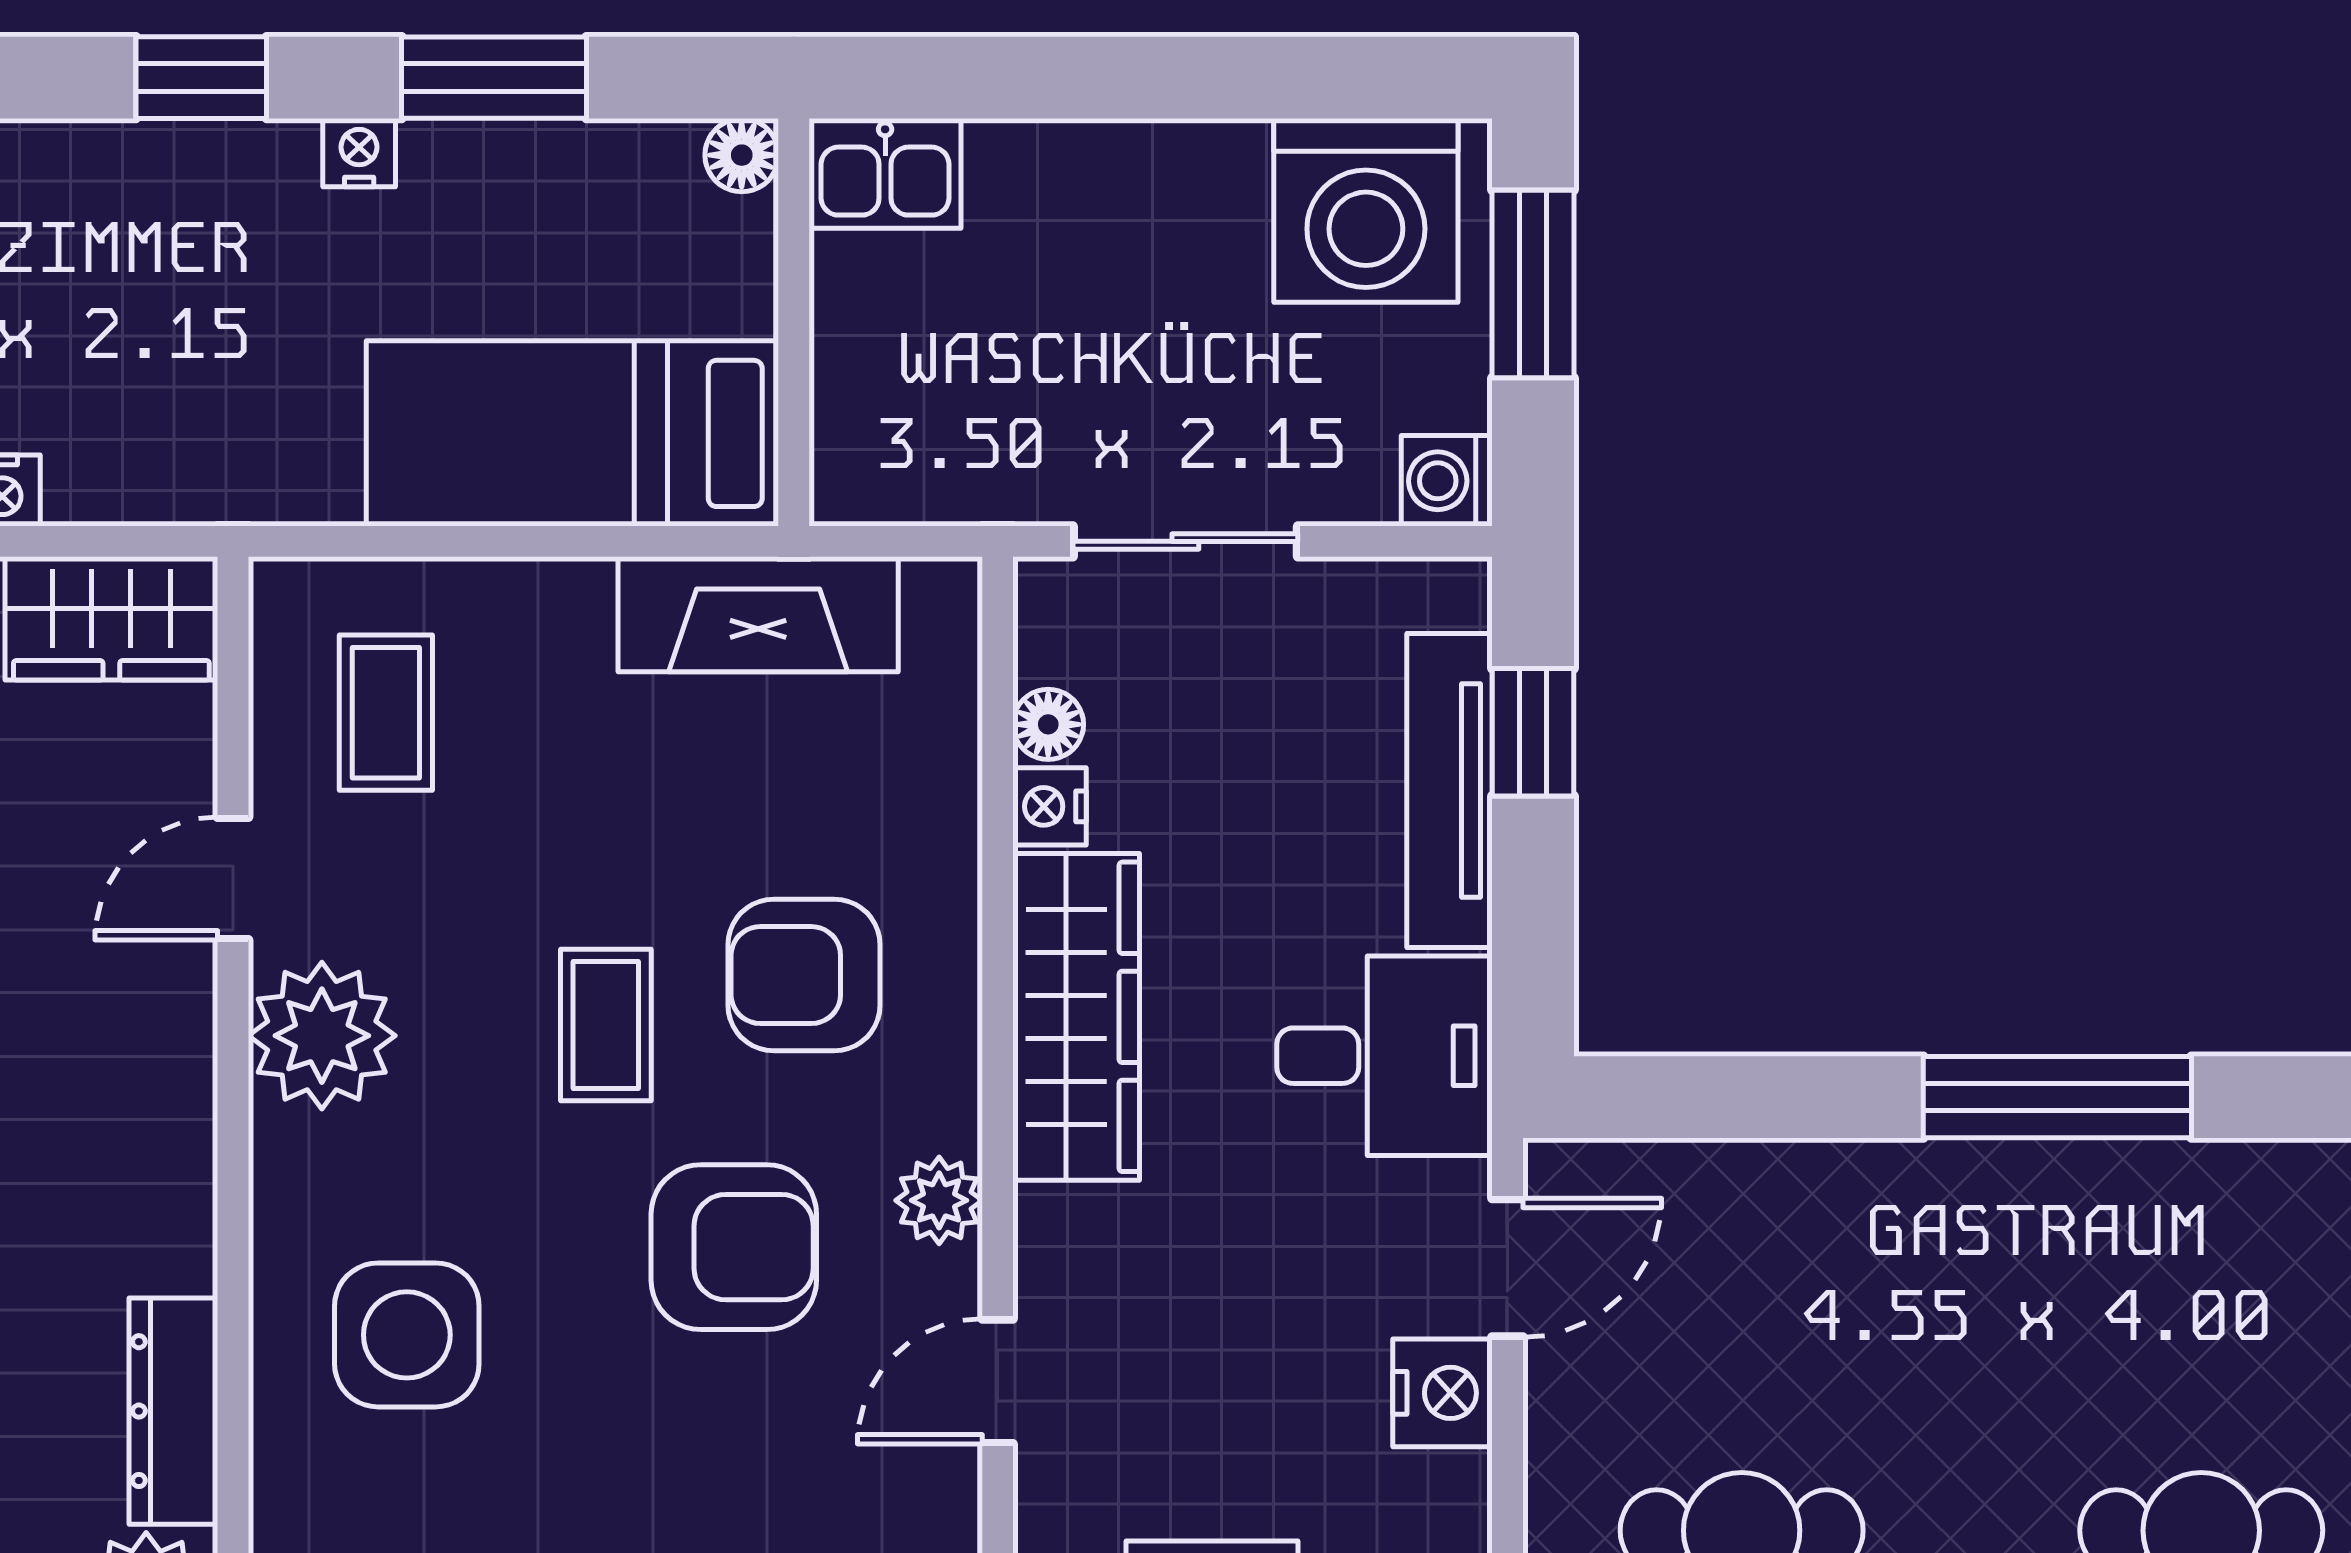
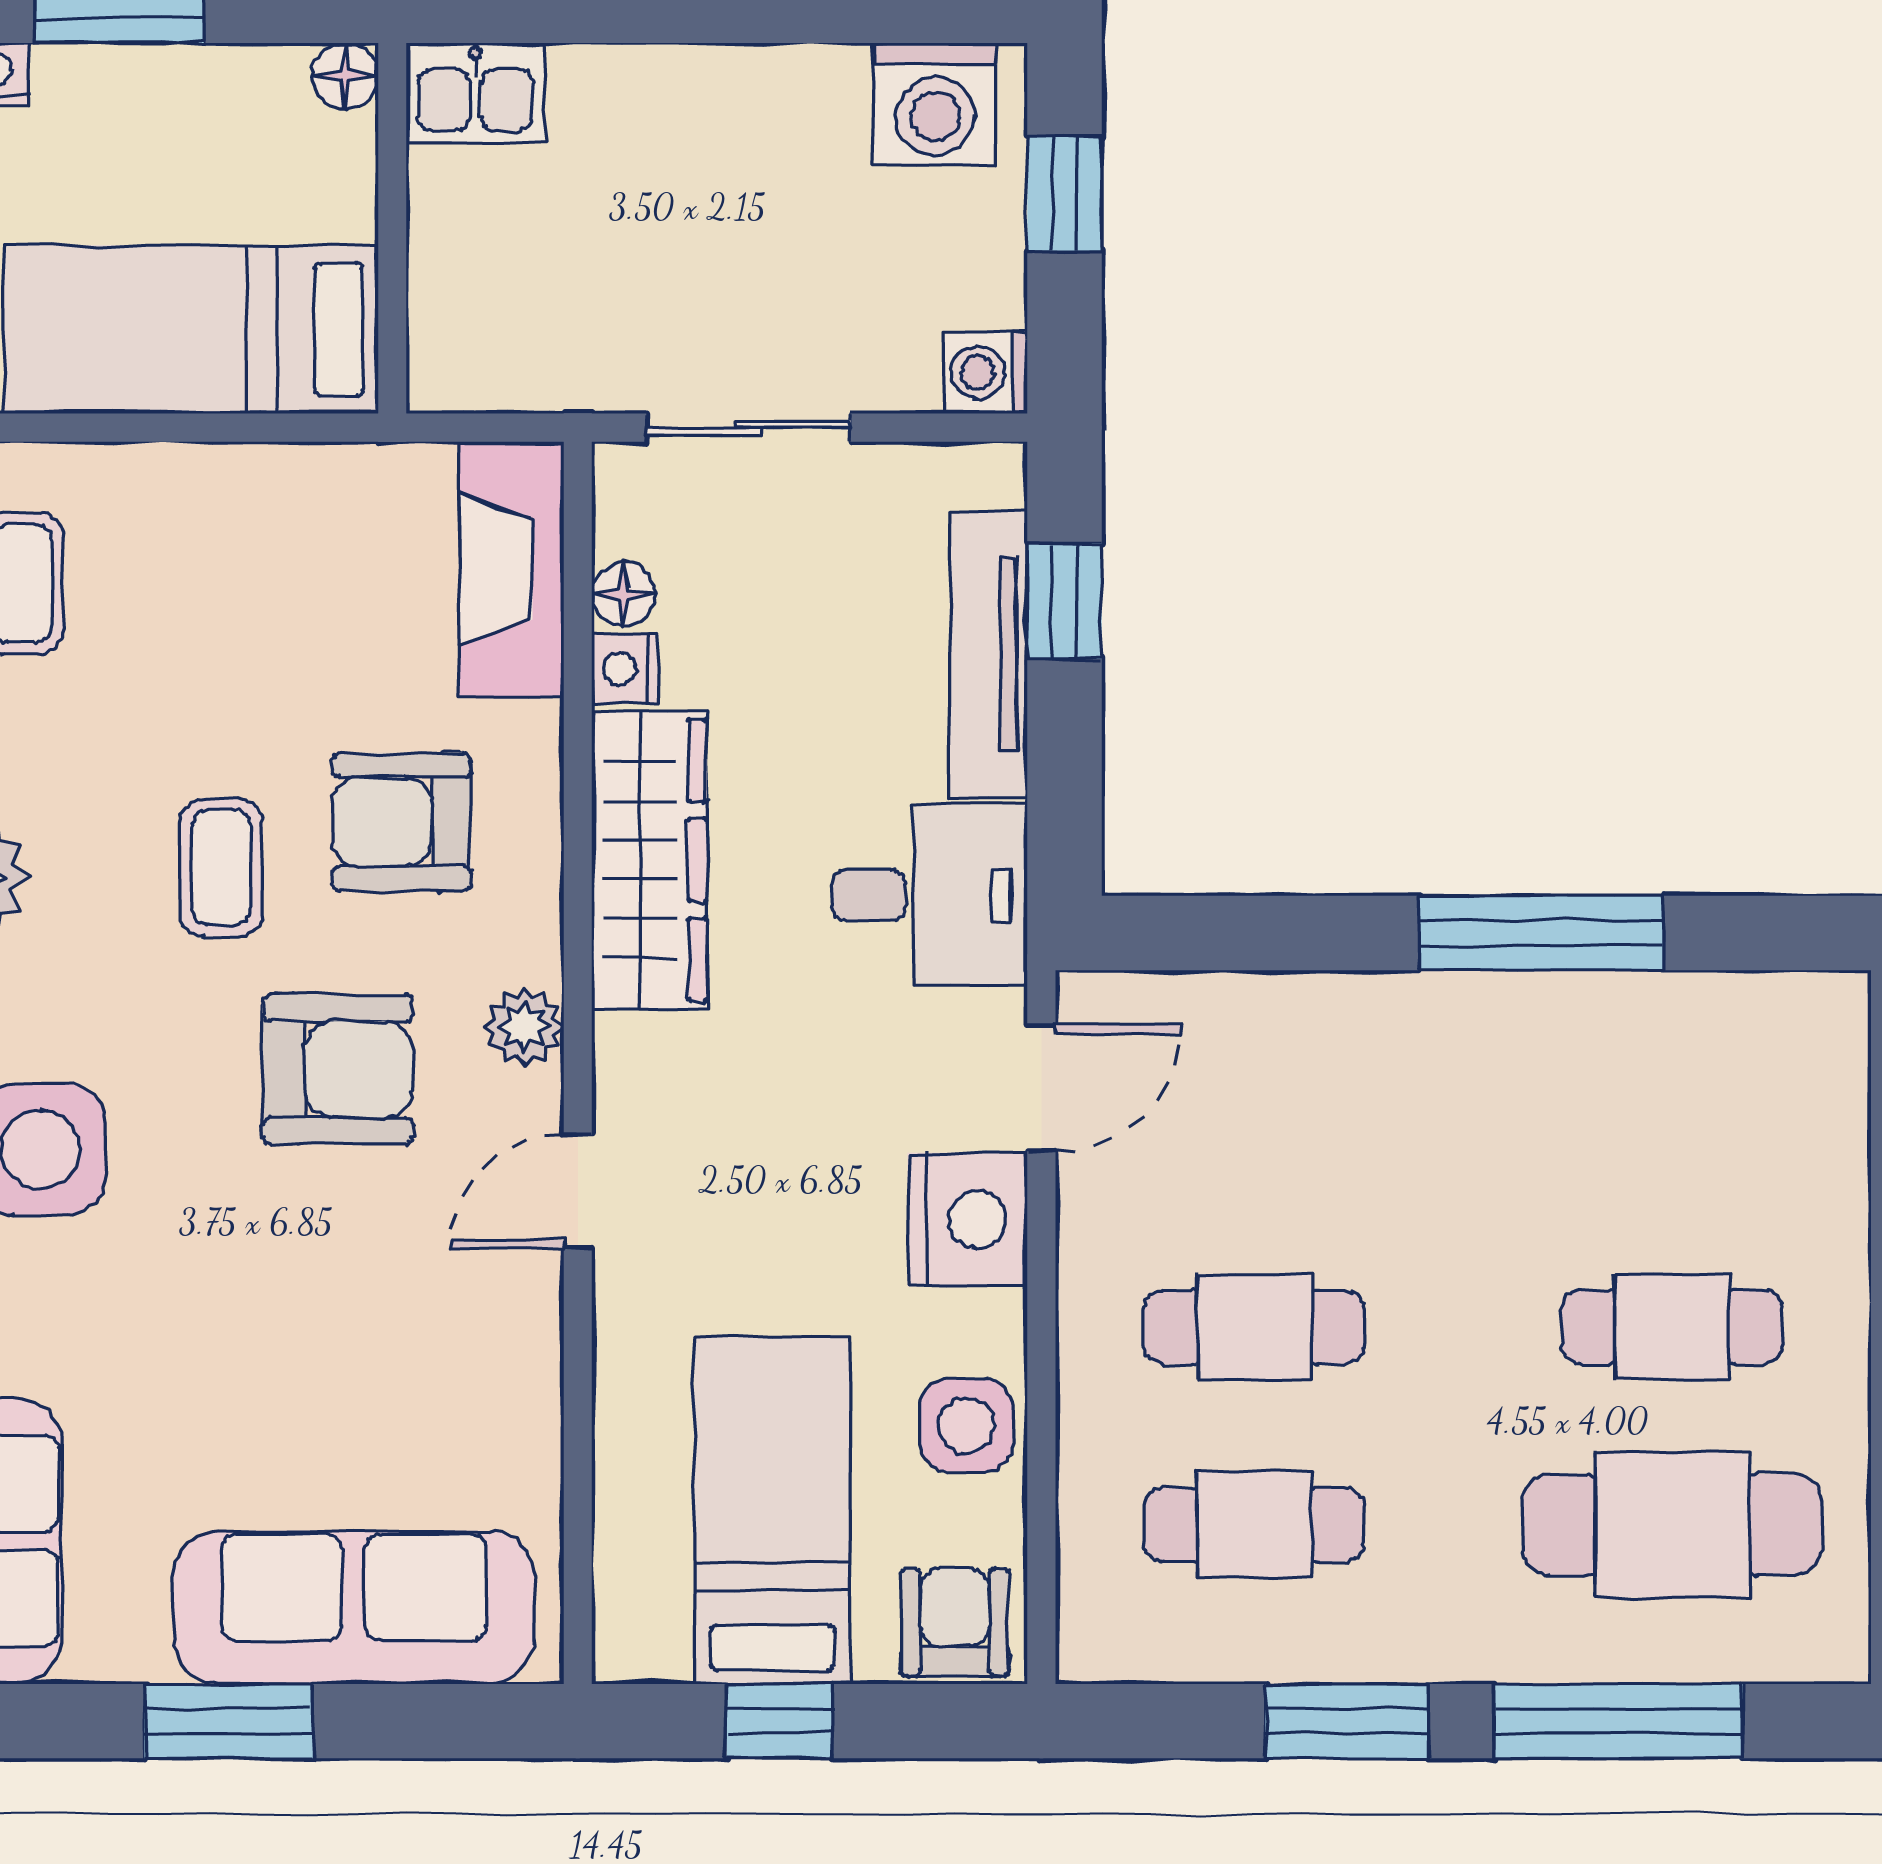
washing machine: (1366, 210) -> (935, 104), width x0.73, depth x0.73
window: (1533, 284) -> (1065, 193), width x0.67
fireplace: (758, 614) -> (511, 569), moved, turned 90
nightstand: (1443, 1393) -> (968, 1220), width x1.36, depth x1.33

